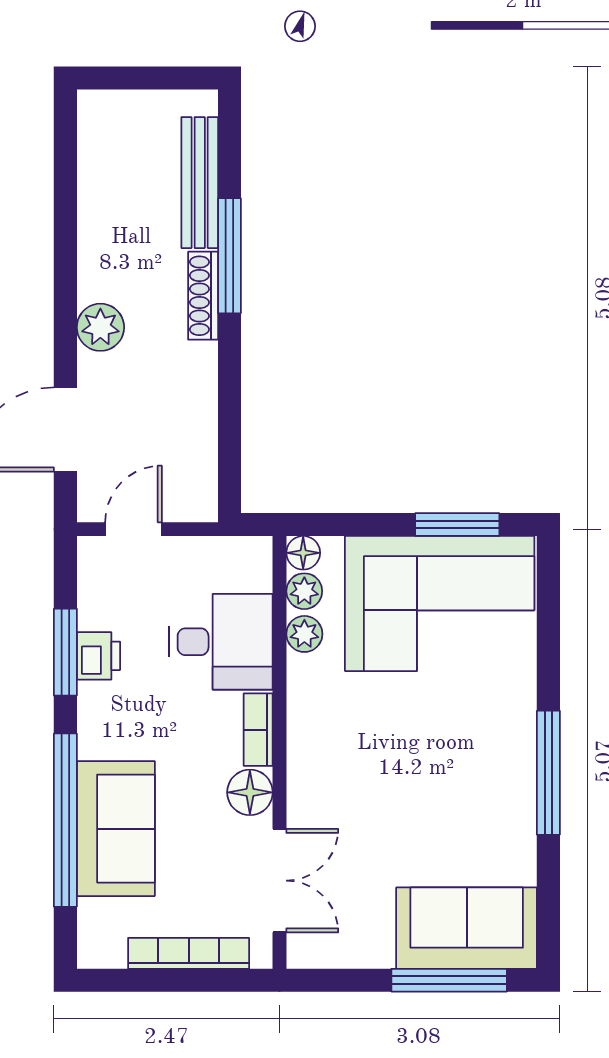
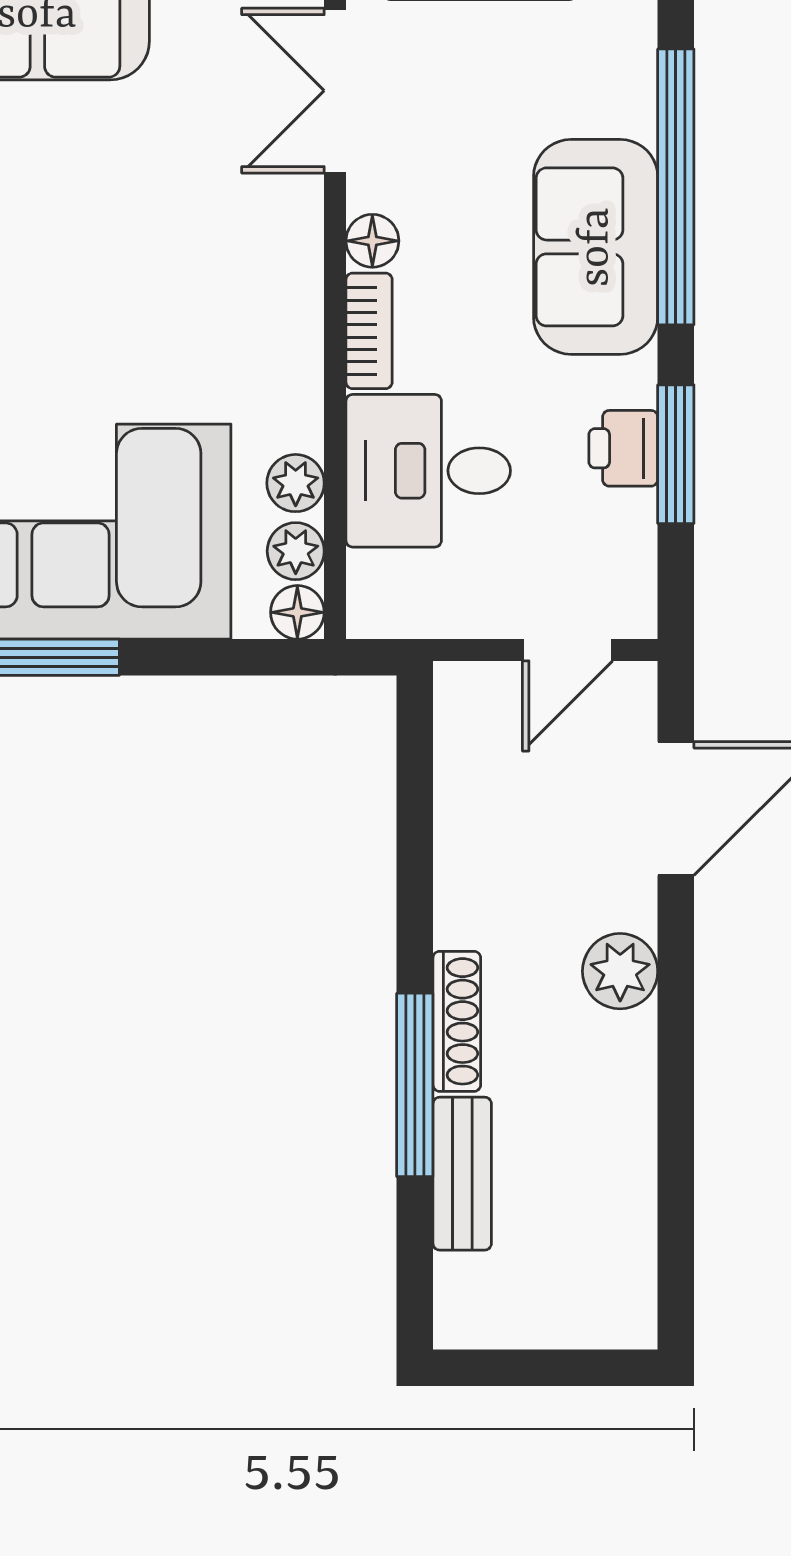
bench: (200, 183) -> (462, 1174), width x0.73
floor lamp: (250, 792) -> (372, 241), width x0.73, depth x0.73
sofa: (116, 829) -> (596, 247), moved

